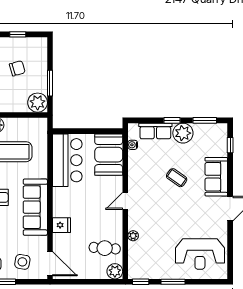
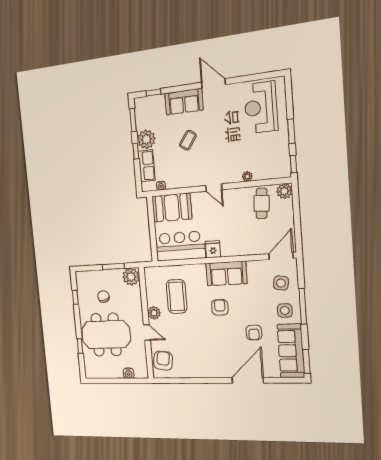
sofa: (35, 207) -> (226, 273), width x0.73
fridge: (62, 225) -> (213, 249), moved
reception desk: (200, 254) -> (261, 107), turned 180

